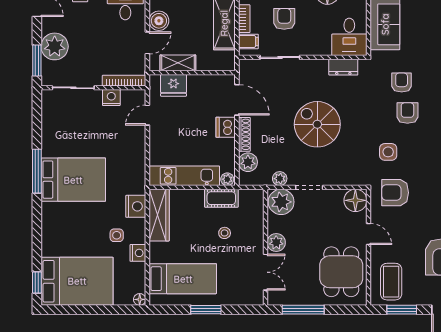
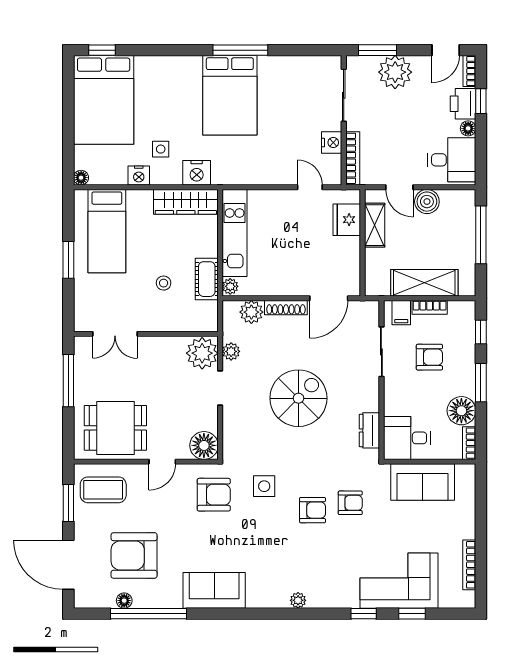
dishwasher: (226, 127) -> (295, 284), removed
armchair: (395, 193) -> (214, 495), turned 90
plant: (276, 243) -> (152, 347), removed

